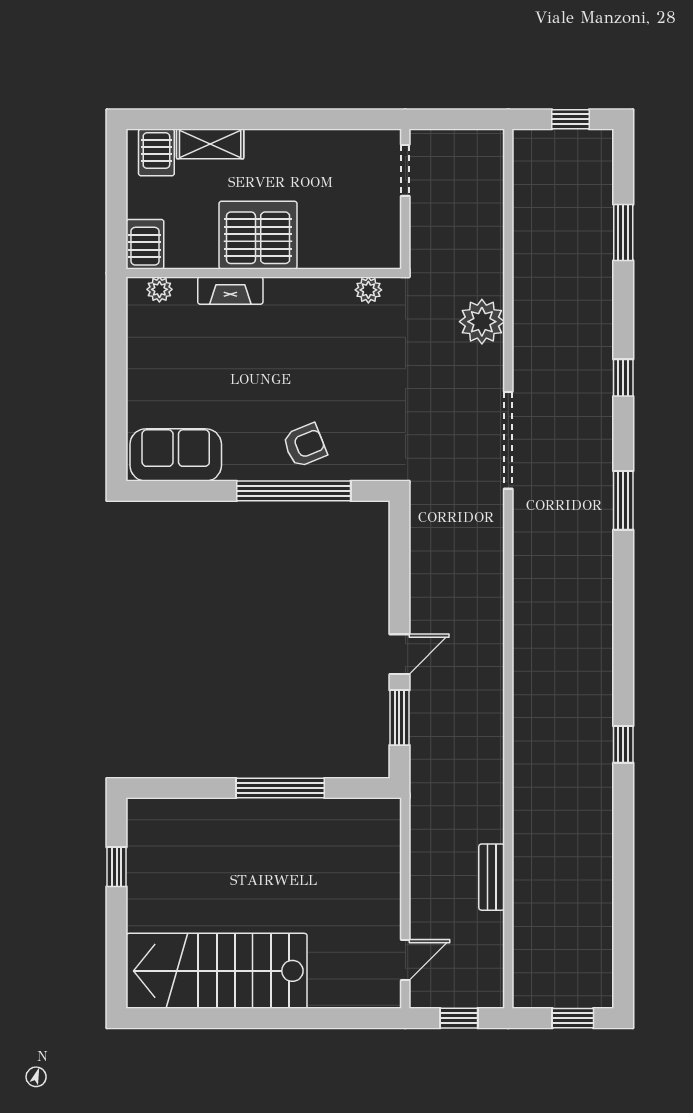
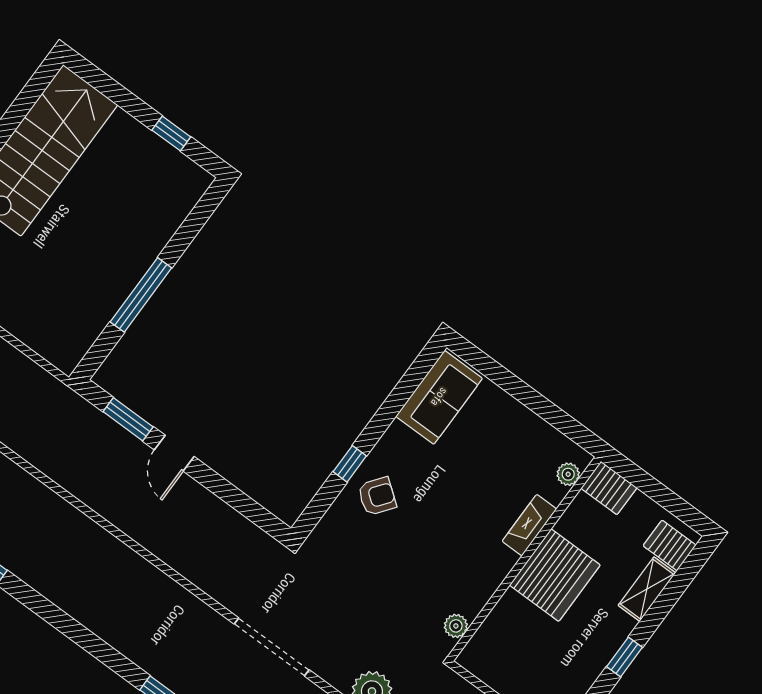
window: (285, 119) -> (625, 657), added
armchair: (305, 445) -> (377, 496), turned -121
window: (294, 491) -> (350, 464), width x0.32

